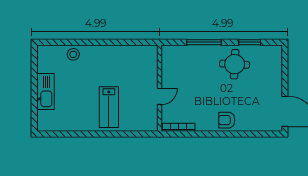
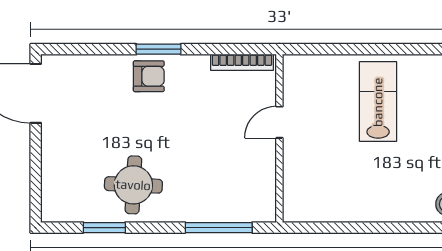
window: (204, 42) -> (219, 228), moved
window: (222, 134) -> (159, 49), added

